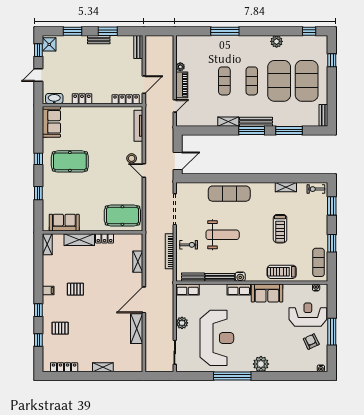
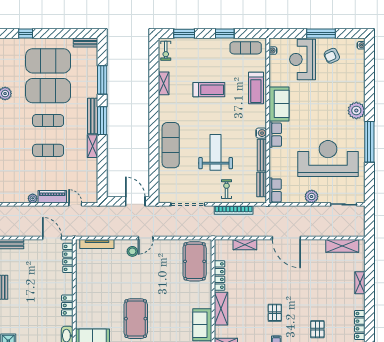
locker: (104, 238) -> (219, 276), width x1.53
shelving: (137, 329) -> (342, 246), moved

